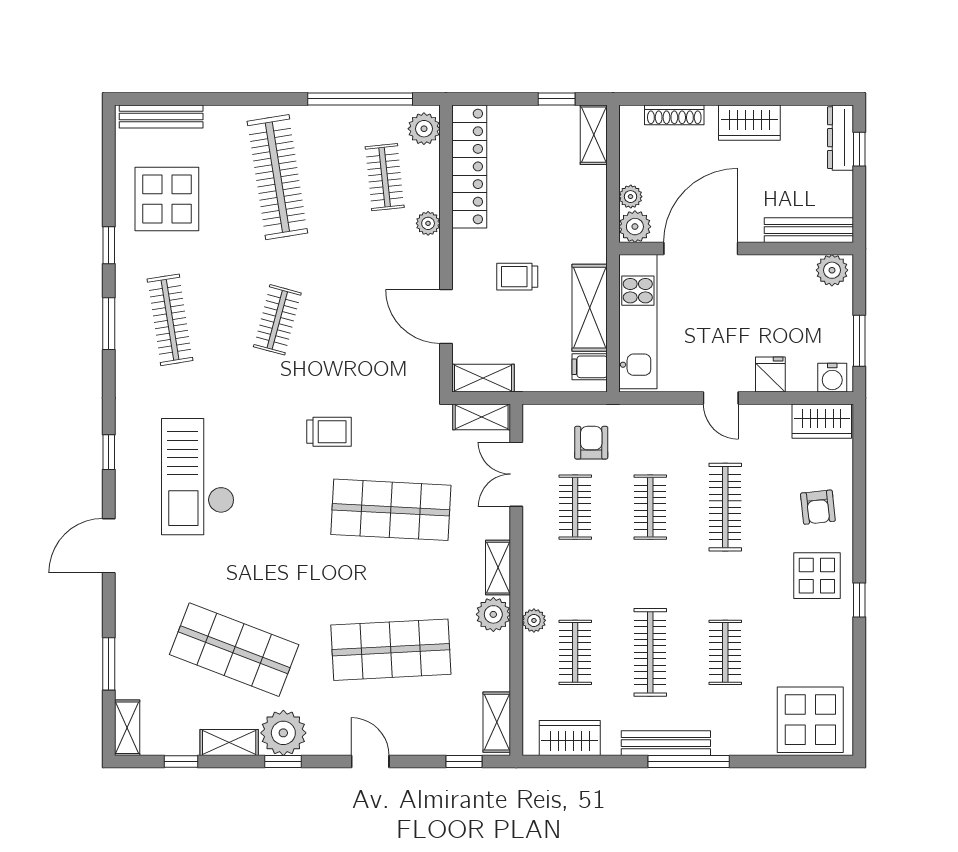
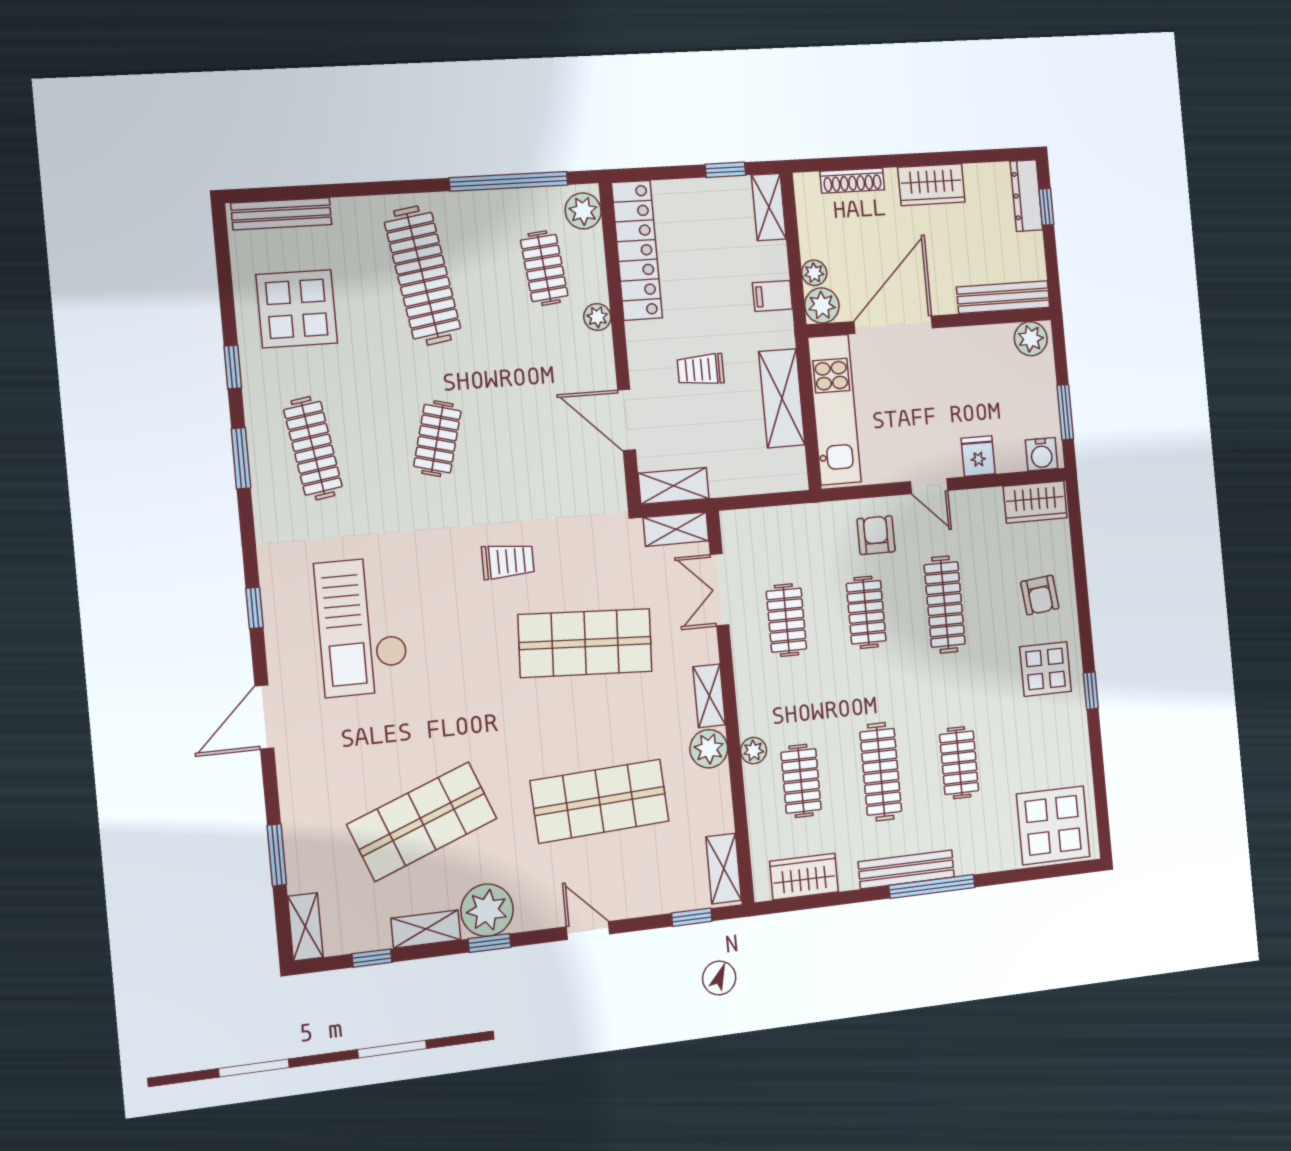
filing cabinet: (590, 367) -> (773, 296), moved
armchair: (591, 443) -> (876, 535), moved
shop shelf: (234, 650) -> (422, 822), turned -42

